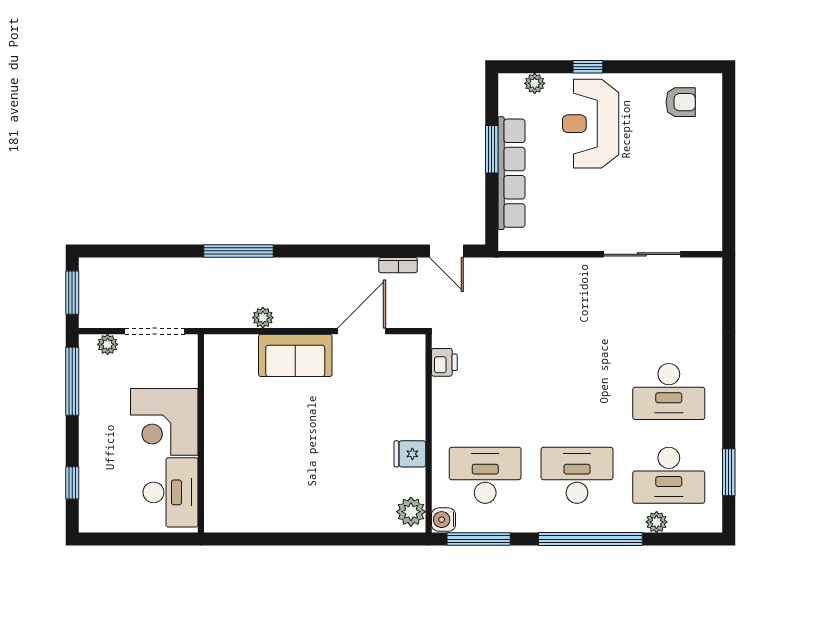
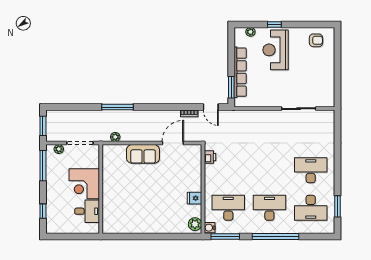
window: (492, 149) -> (231, 87), moved
plant: (263, 318) -> (115, 137), moved
desk: (669, 392) -> (311, 170), turned 180
desk: (170, 492) -> (87, 211), width x0.73
plant: (657, 522) -> (305, 229), removed

